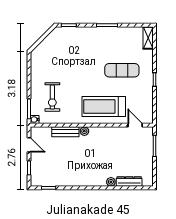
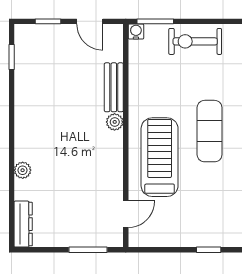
exercise mat: (122, 70) -> (210, 131), moved
exercise bike: (52, 97) -> (195, 41), moved
door: (29, 145) -> (90, 21), hinge flipped
dresser: (129, 182) -> (23, 224), moved

